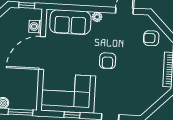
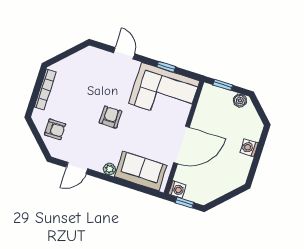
washing machine: (35, 27) -> (177, 189), moved
window: (21, 112) -> (223, 85), width x0.67

